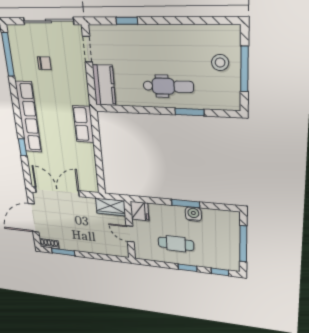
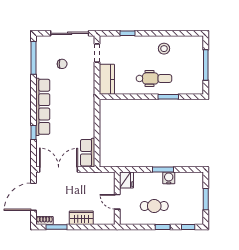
stool: (220, 63) -> (164, 49), moved
row of seats: (83, 124) -> (88, 153), moved
wardrobe: (111, 207) -> (81, 218), moved, turned 180
window: (243, 244) -> (206, 199), width x0.69

